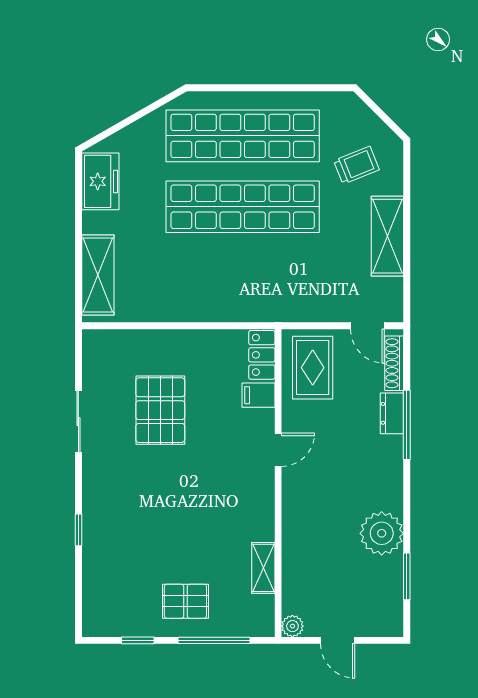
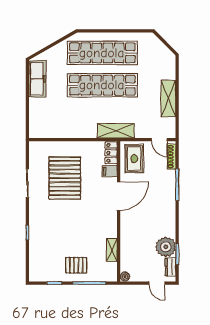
trolley: (356, 165) -> (154, 66), removed
freezer: (100, 181) -> (37, 79), width x1.40
shelving: (98, 275) -> (116, 131), moved, turned 90
pallet: (160, 410) -> (65, 178), width x1.37, depth x1.41
dresser: (392, 413) -> (170, 267), moved
door: (278, 450) -> (119, 196), width x1.87
plant: (382, 533) -> (166, 247), moved
door: (338, 640) -> (157, 283), moved

